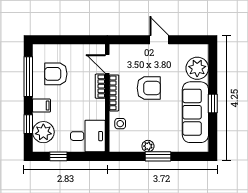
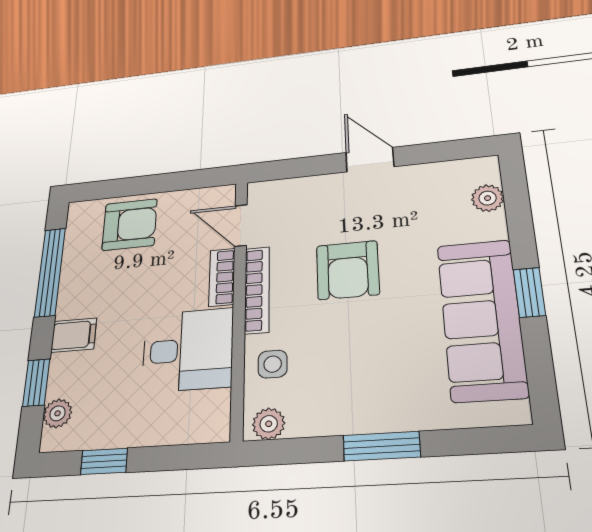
plant: (197, 68) -> (488, 198), width x0.53, depth x0.53
armchair: (56, 74) -> (130, 225), moved, turned 180
armchair: (149, 88) -> (348, 270), turned 90
plant: (43, 132) -> (58, 413), width x0.53, depth x0.53
desk: (88, 136) -> (188, 350), moved
plant: (148, 146) -> (269, 424), moved

